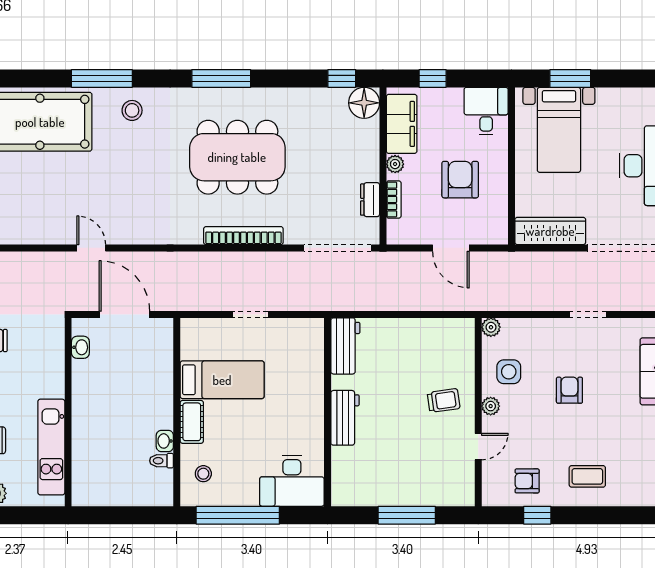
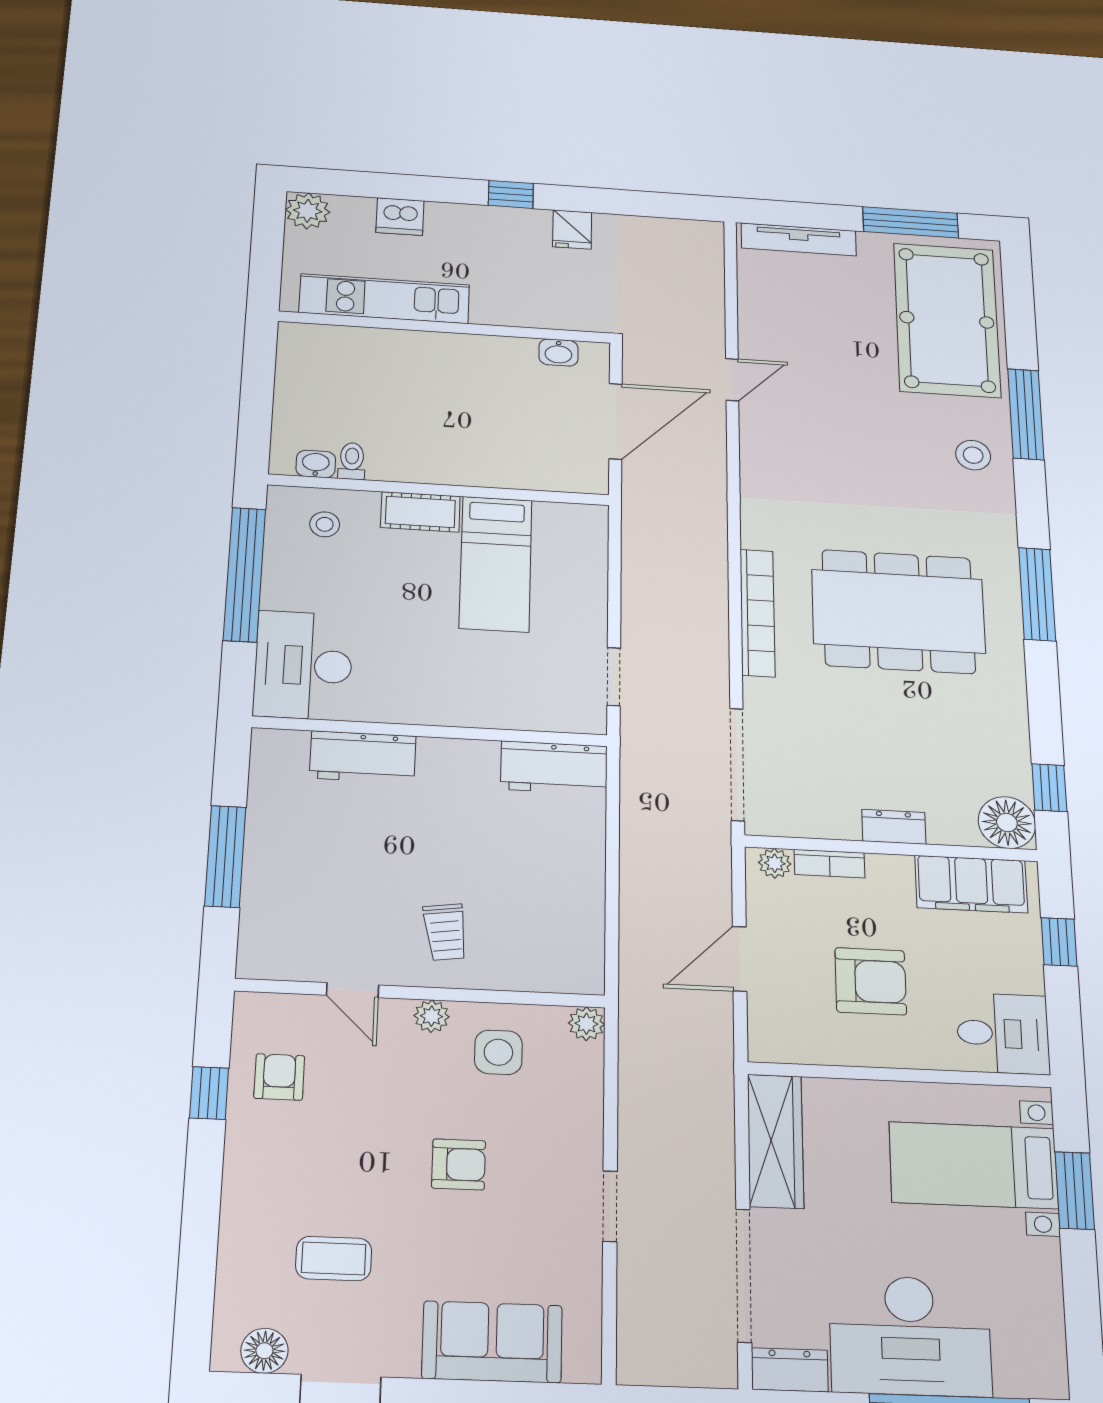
dining table: (237, 157) -> (898, 611), turned 90
plant: (395, 164) -> (775, 863), moved
dresser: (370, 200) -> (894, 827), moved
doorway: (250, 315) -> (614, 677), moved
workbench: (345, 418) -> (363, 757), moved
washbasin: (165, 441) -> (316, 464), moved
coffee table: (587, 476) -> (334, 1258), moved, turned 90

